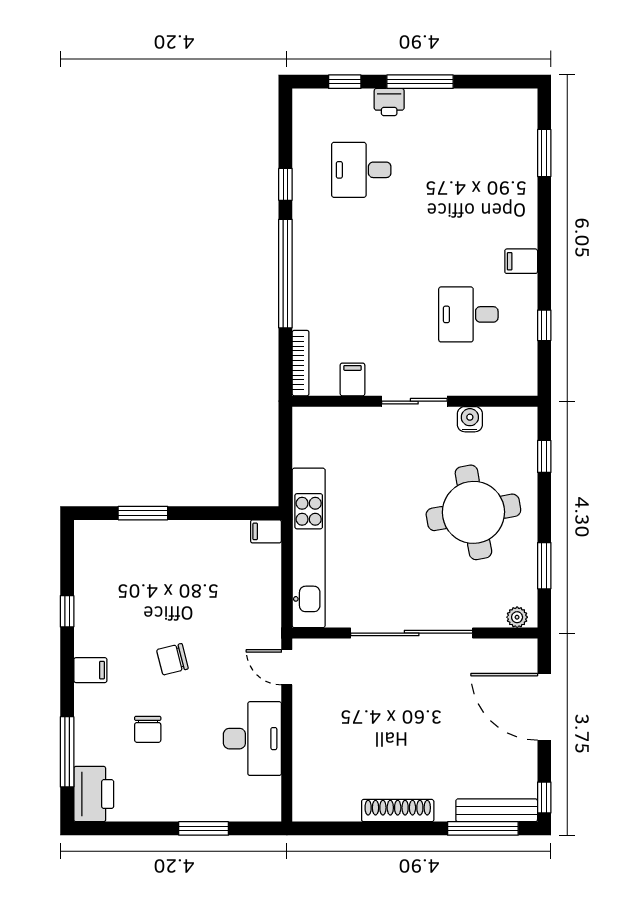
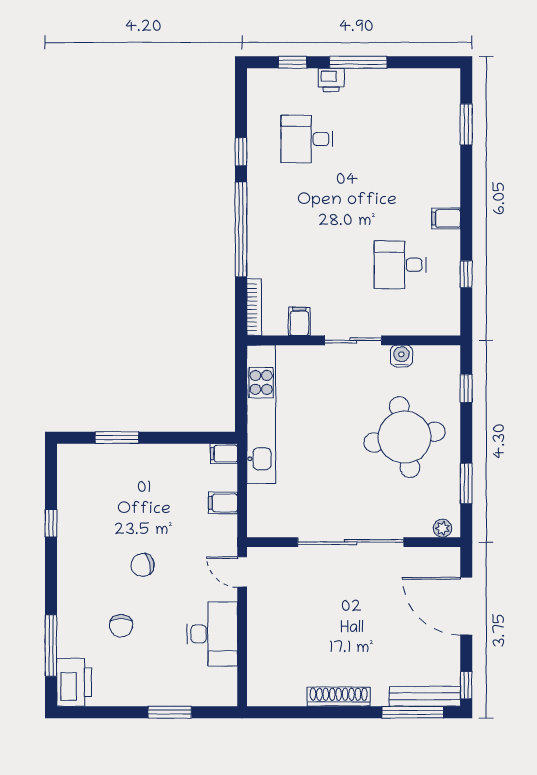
kitchen unit: (309, 548) -> (261, 414), moved
filing cabinet: (90, 670) -> (223, 503), moved, turned 180

